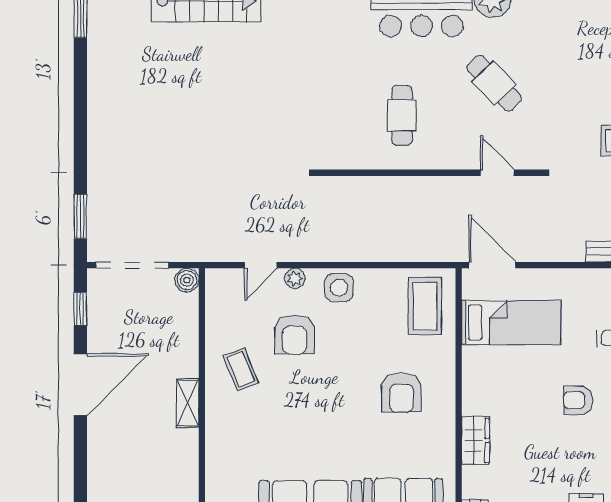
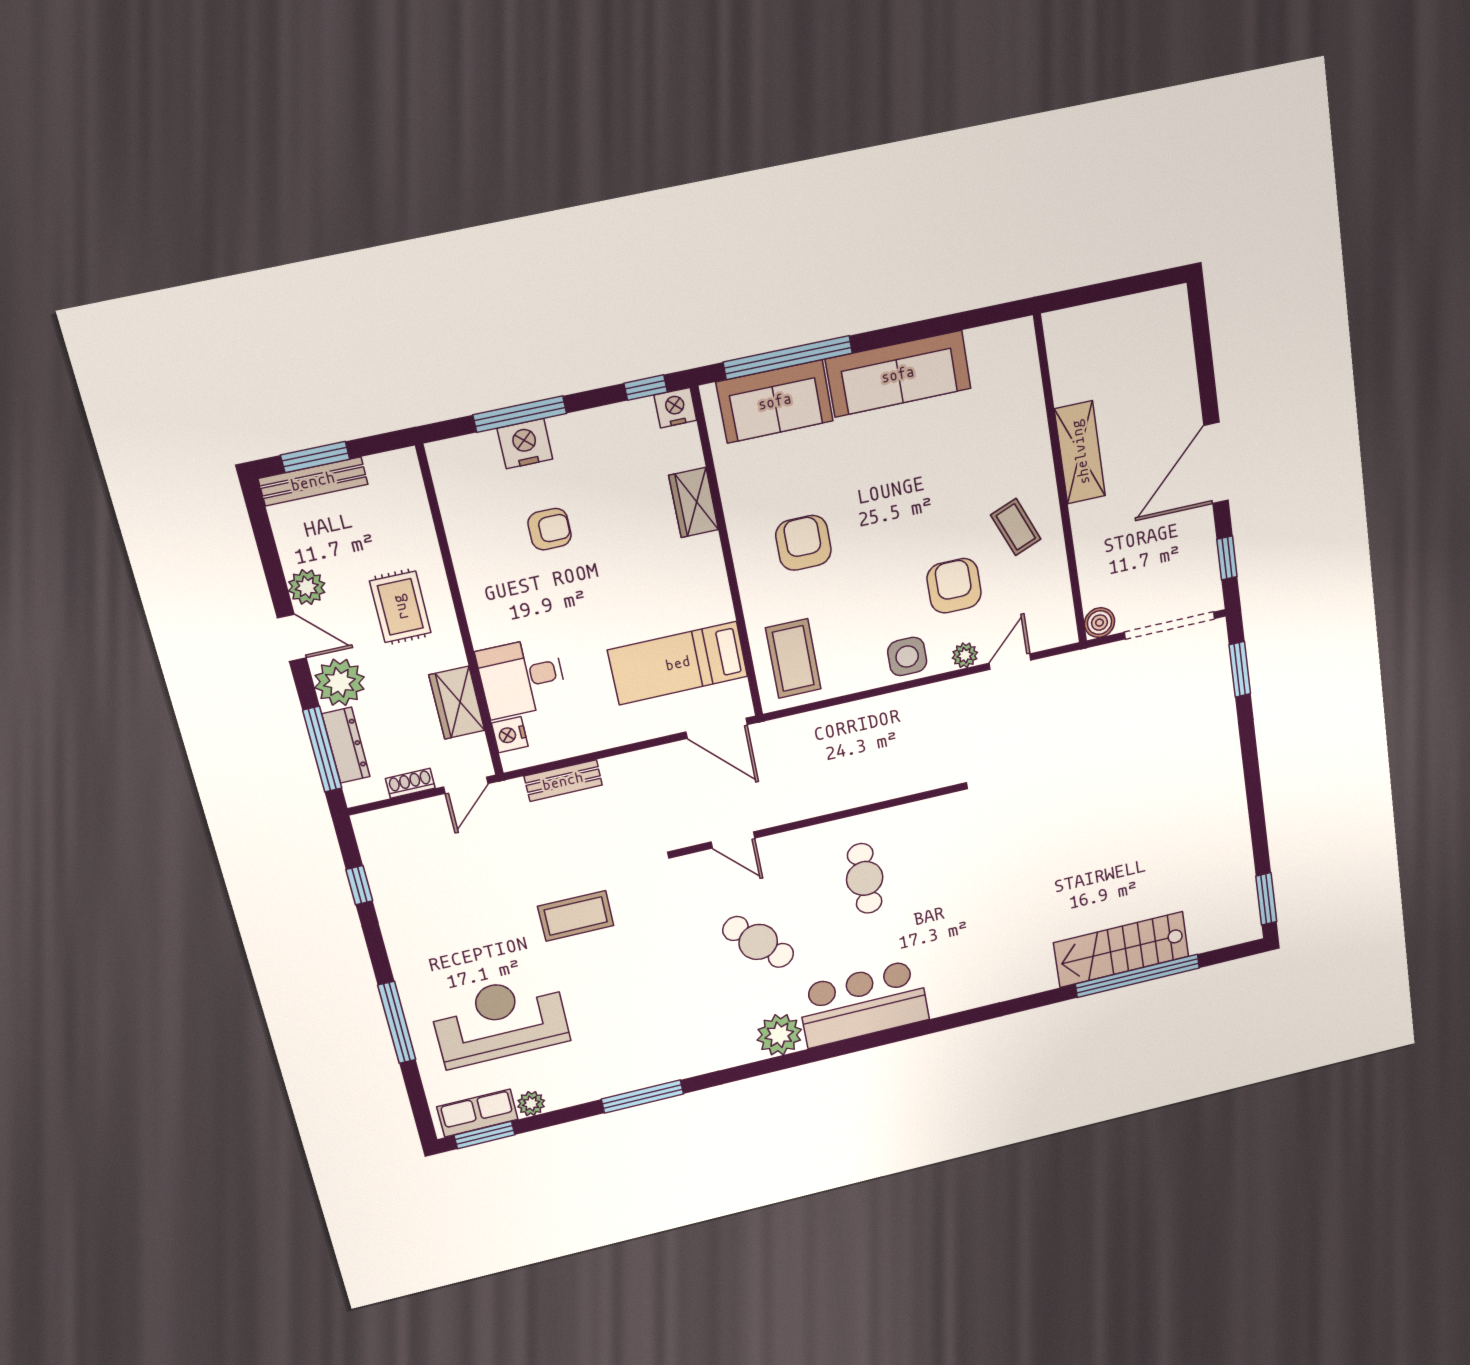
armchair: (578, 400) -> (550, 529), moved
shelving: (188, 403) -> (1080, 452), width x1.50, depth x1.33

